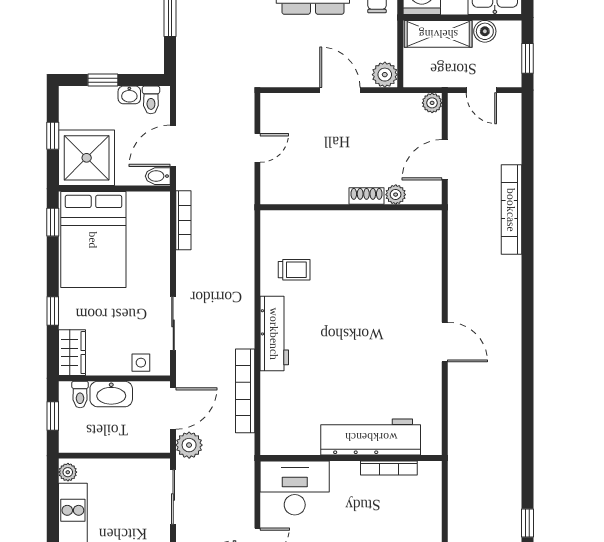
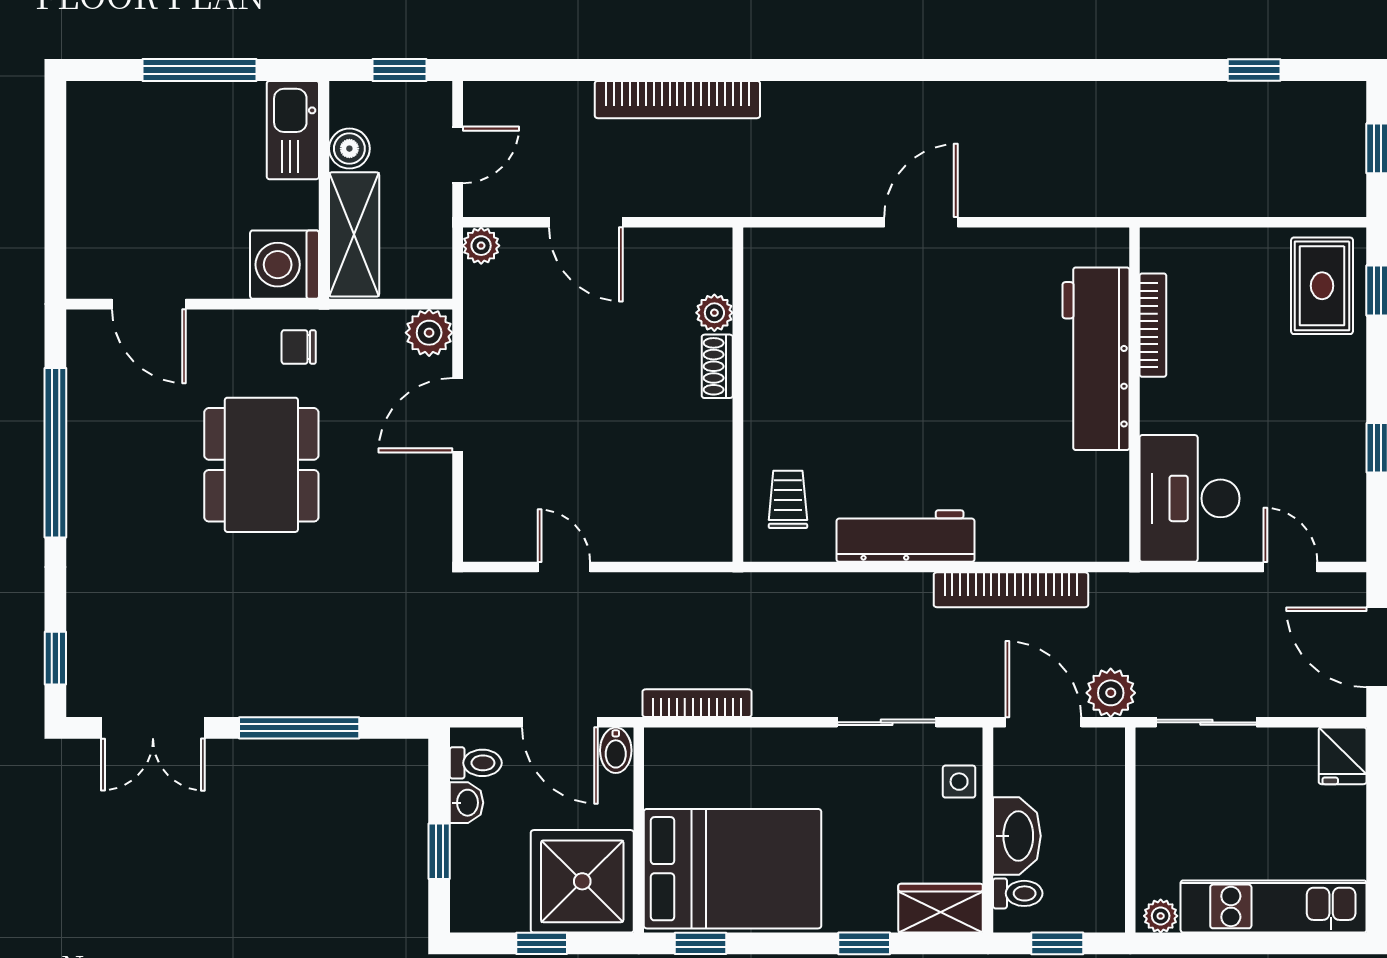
plant: (396, 195) -> (714, 313), moved
shoe rack: (366, 196) -> (717, 366), moved
wall: (351, 207) -> (738, 395), moved

